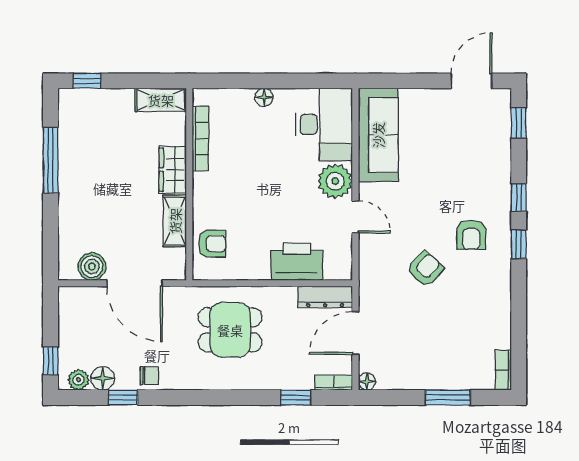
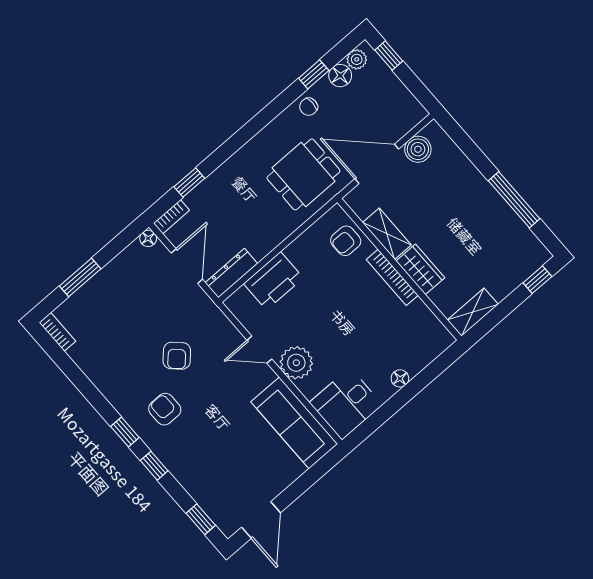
desk: (324, 124) -> (346, 404), width x0.73
bookcase: (200, 139) -> (392, 277), moved
dining table: (230, 330) -> (303, 174), moved

